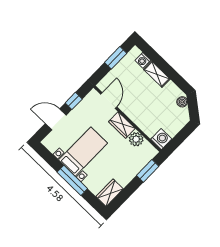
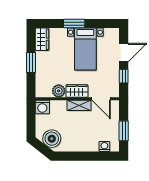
shelving: (157, 74) -> (79, 105), moved
boiler: (182, 102) -> (52, 139), width x1.86, depth x1.86
window: (148, 171) -> (31, 63), moved
window: (72, 180) -> (74, 24), width x0.69

